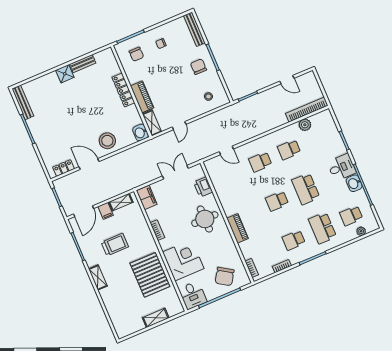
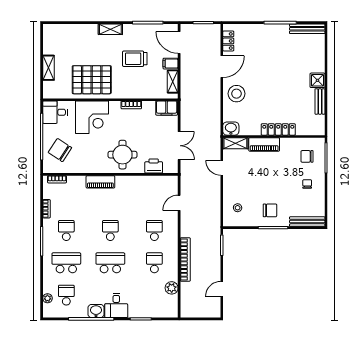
bookcase: (307, 110) -> (185, 260), moved
trolley: (115, 245) -> (135, 59), turned 90

